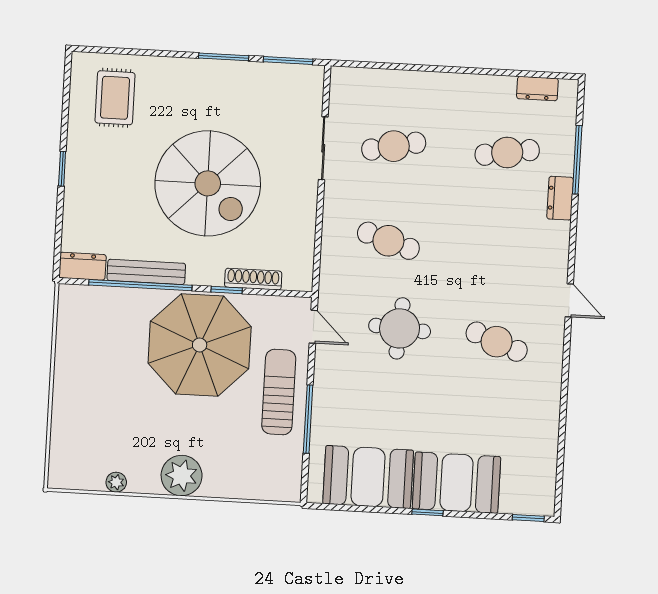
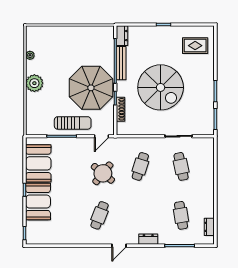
spiral stairs: (208, 183) -> (161, 87), turned -90
dresser: (560, 198) -> (148, 239), moved
round table: (400, 328) -> (103, 173), turned 35

